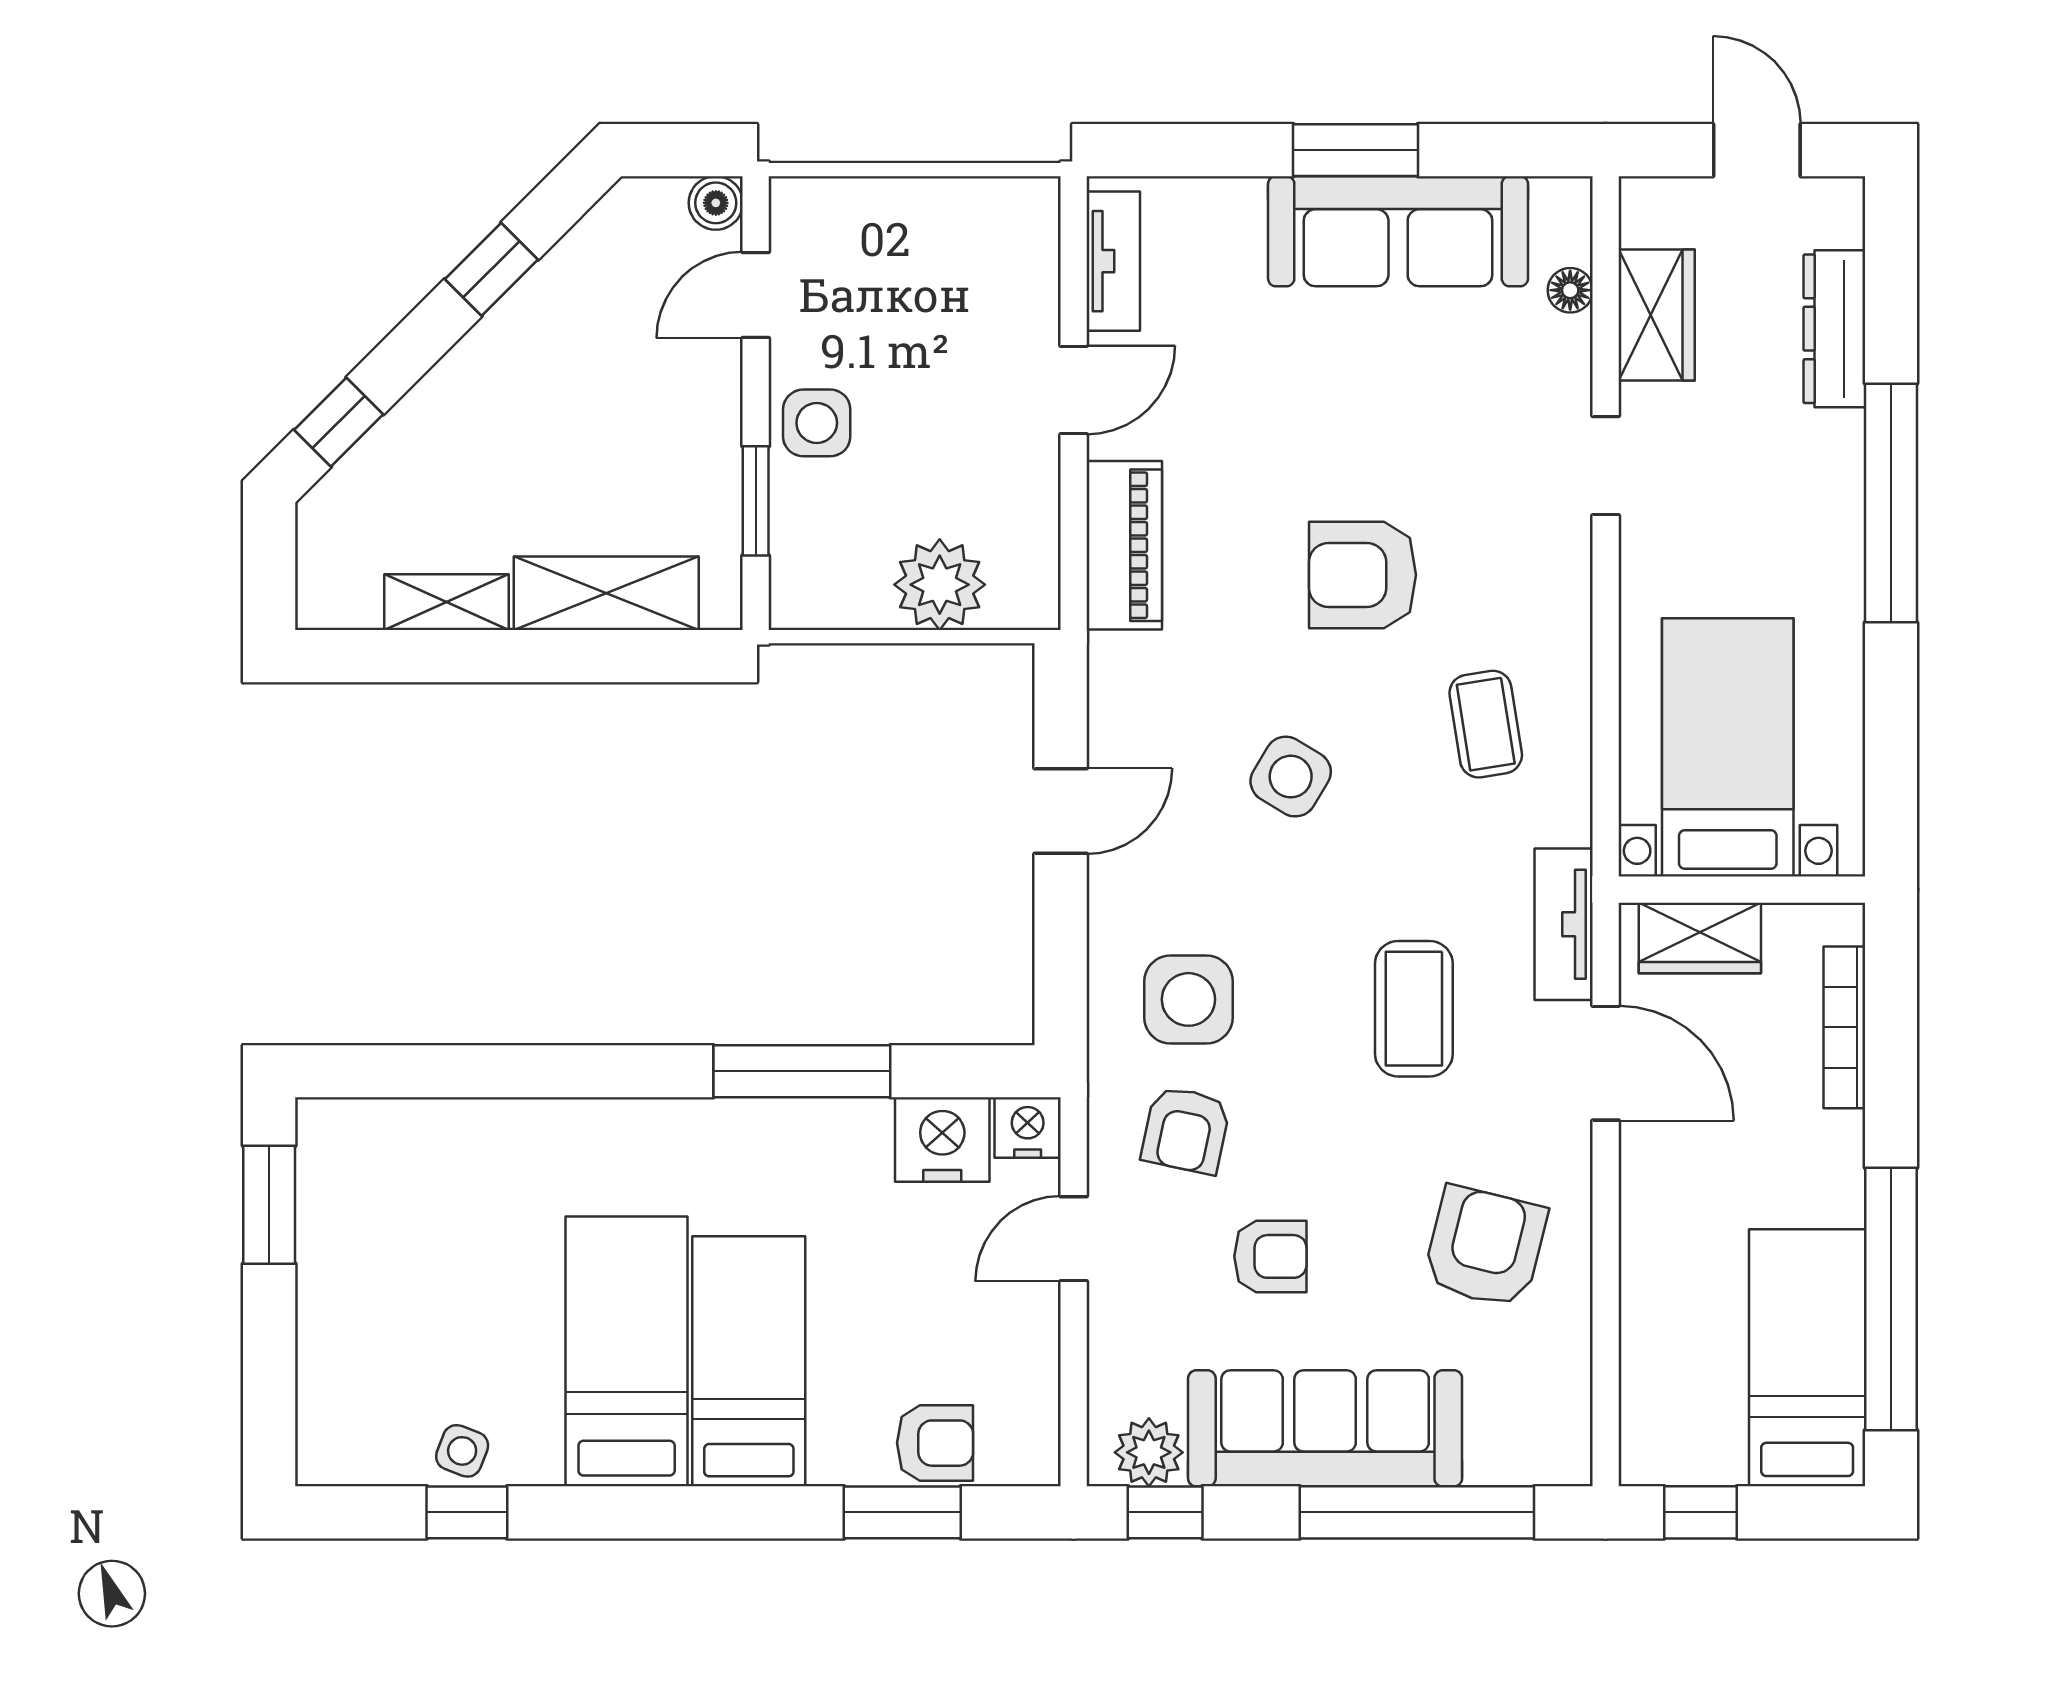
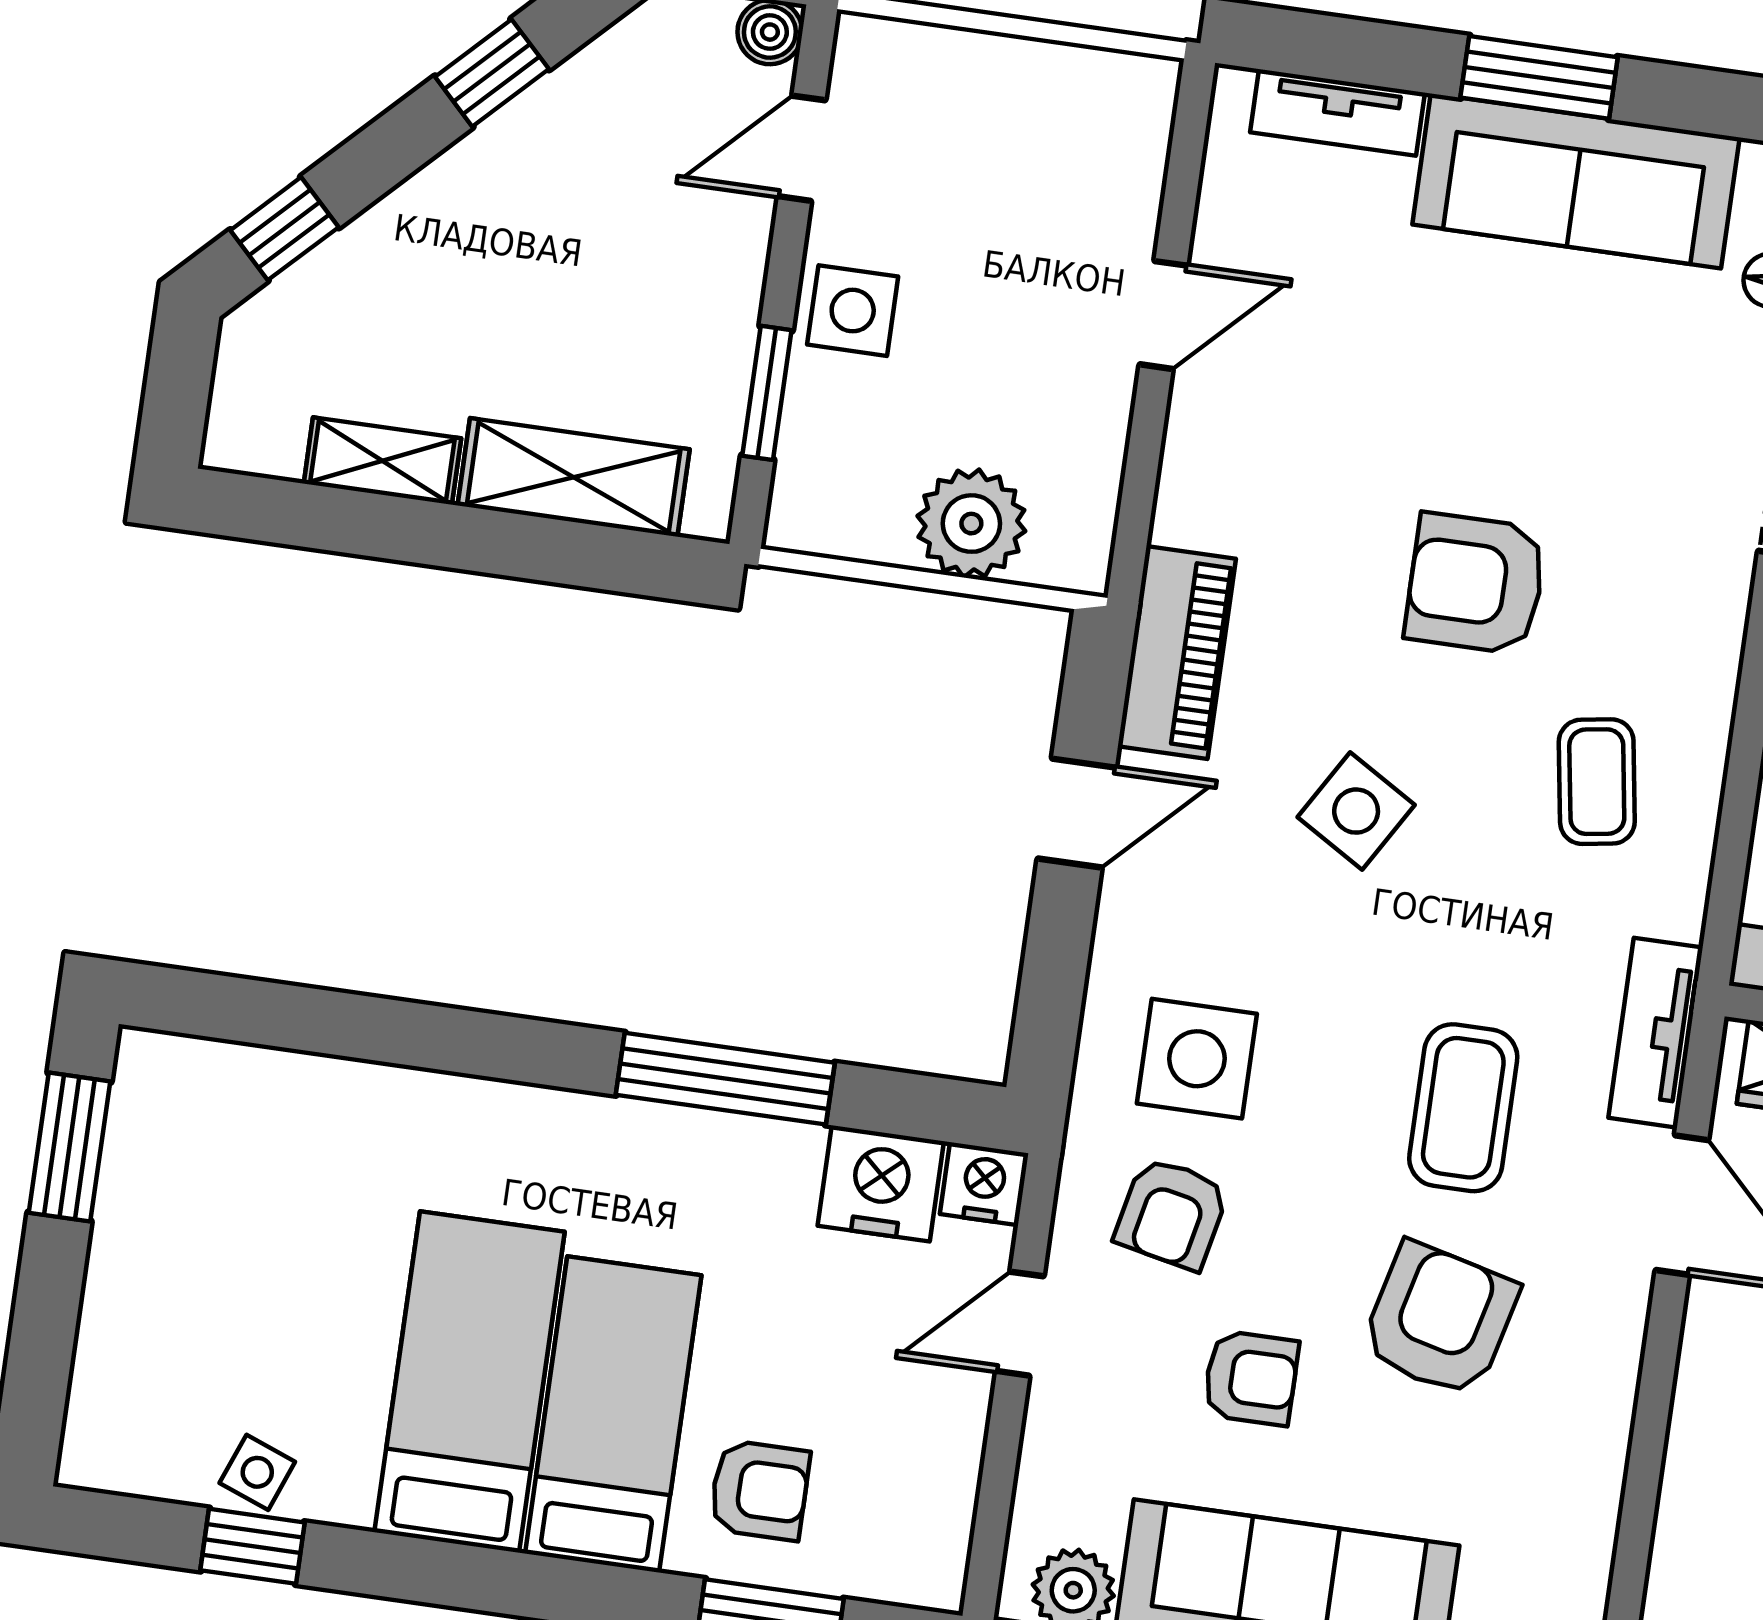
tv unit: (1113, 261) -> (1337, 112), moved, turned 90
piano: (1124, 545) -> (1177, 652), moved
armchair: (1485, 1247) -> (1440, 1320), moved
armchair: (935, 1443) -> (760, 1490), moved

